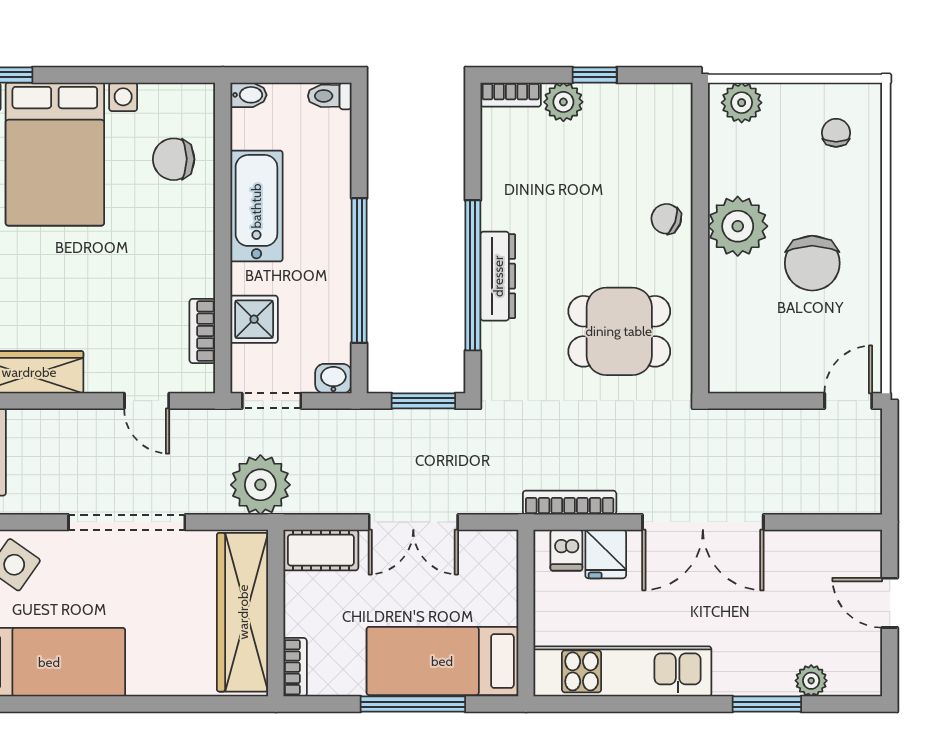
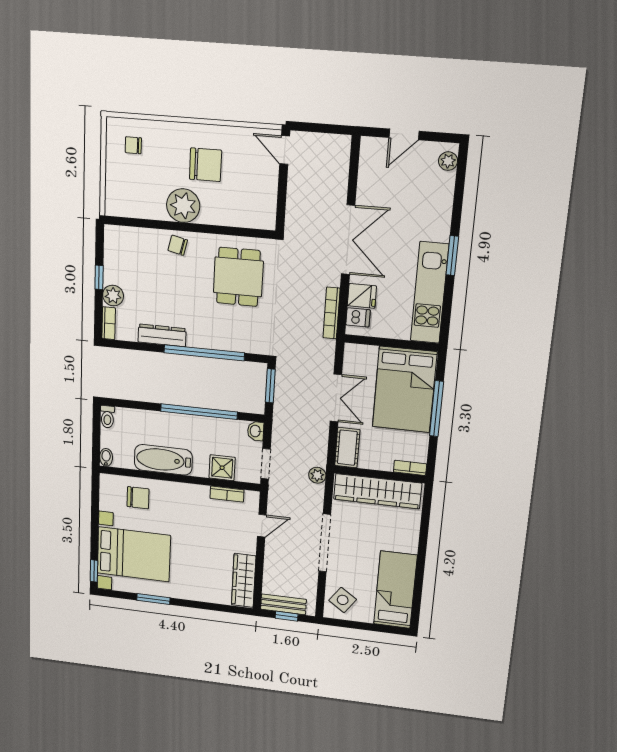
plant: (742, 103) -> (115, 198), removed
chair: (174, 159) -> (138, 498), turned -90
chair: (666, 219) -> (178, 245), turned 83
dresser: (498, 276) -> (162, 335), moved
plant: (260, 485) -> (317, 475), width x0.53, depth x0.53
bed: (442, 661) -> (405, 389), width x1.50
plant: (811, 681) -> (448, 161), moved
window: (767, 704) -> (452, 256), moved

